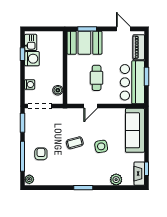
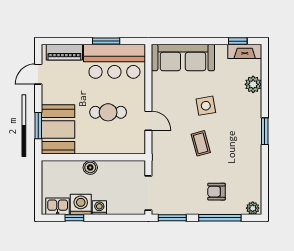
washing machine: (30, 84) -> (99, 208), moved
boiler: (58, 90) -> (90, 167), moved

